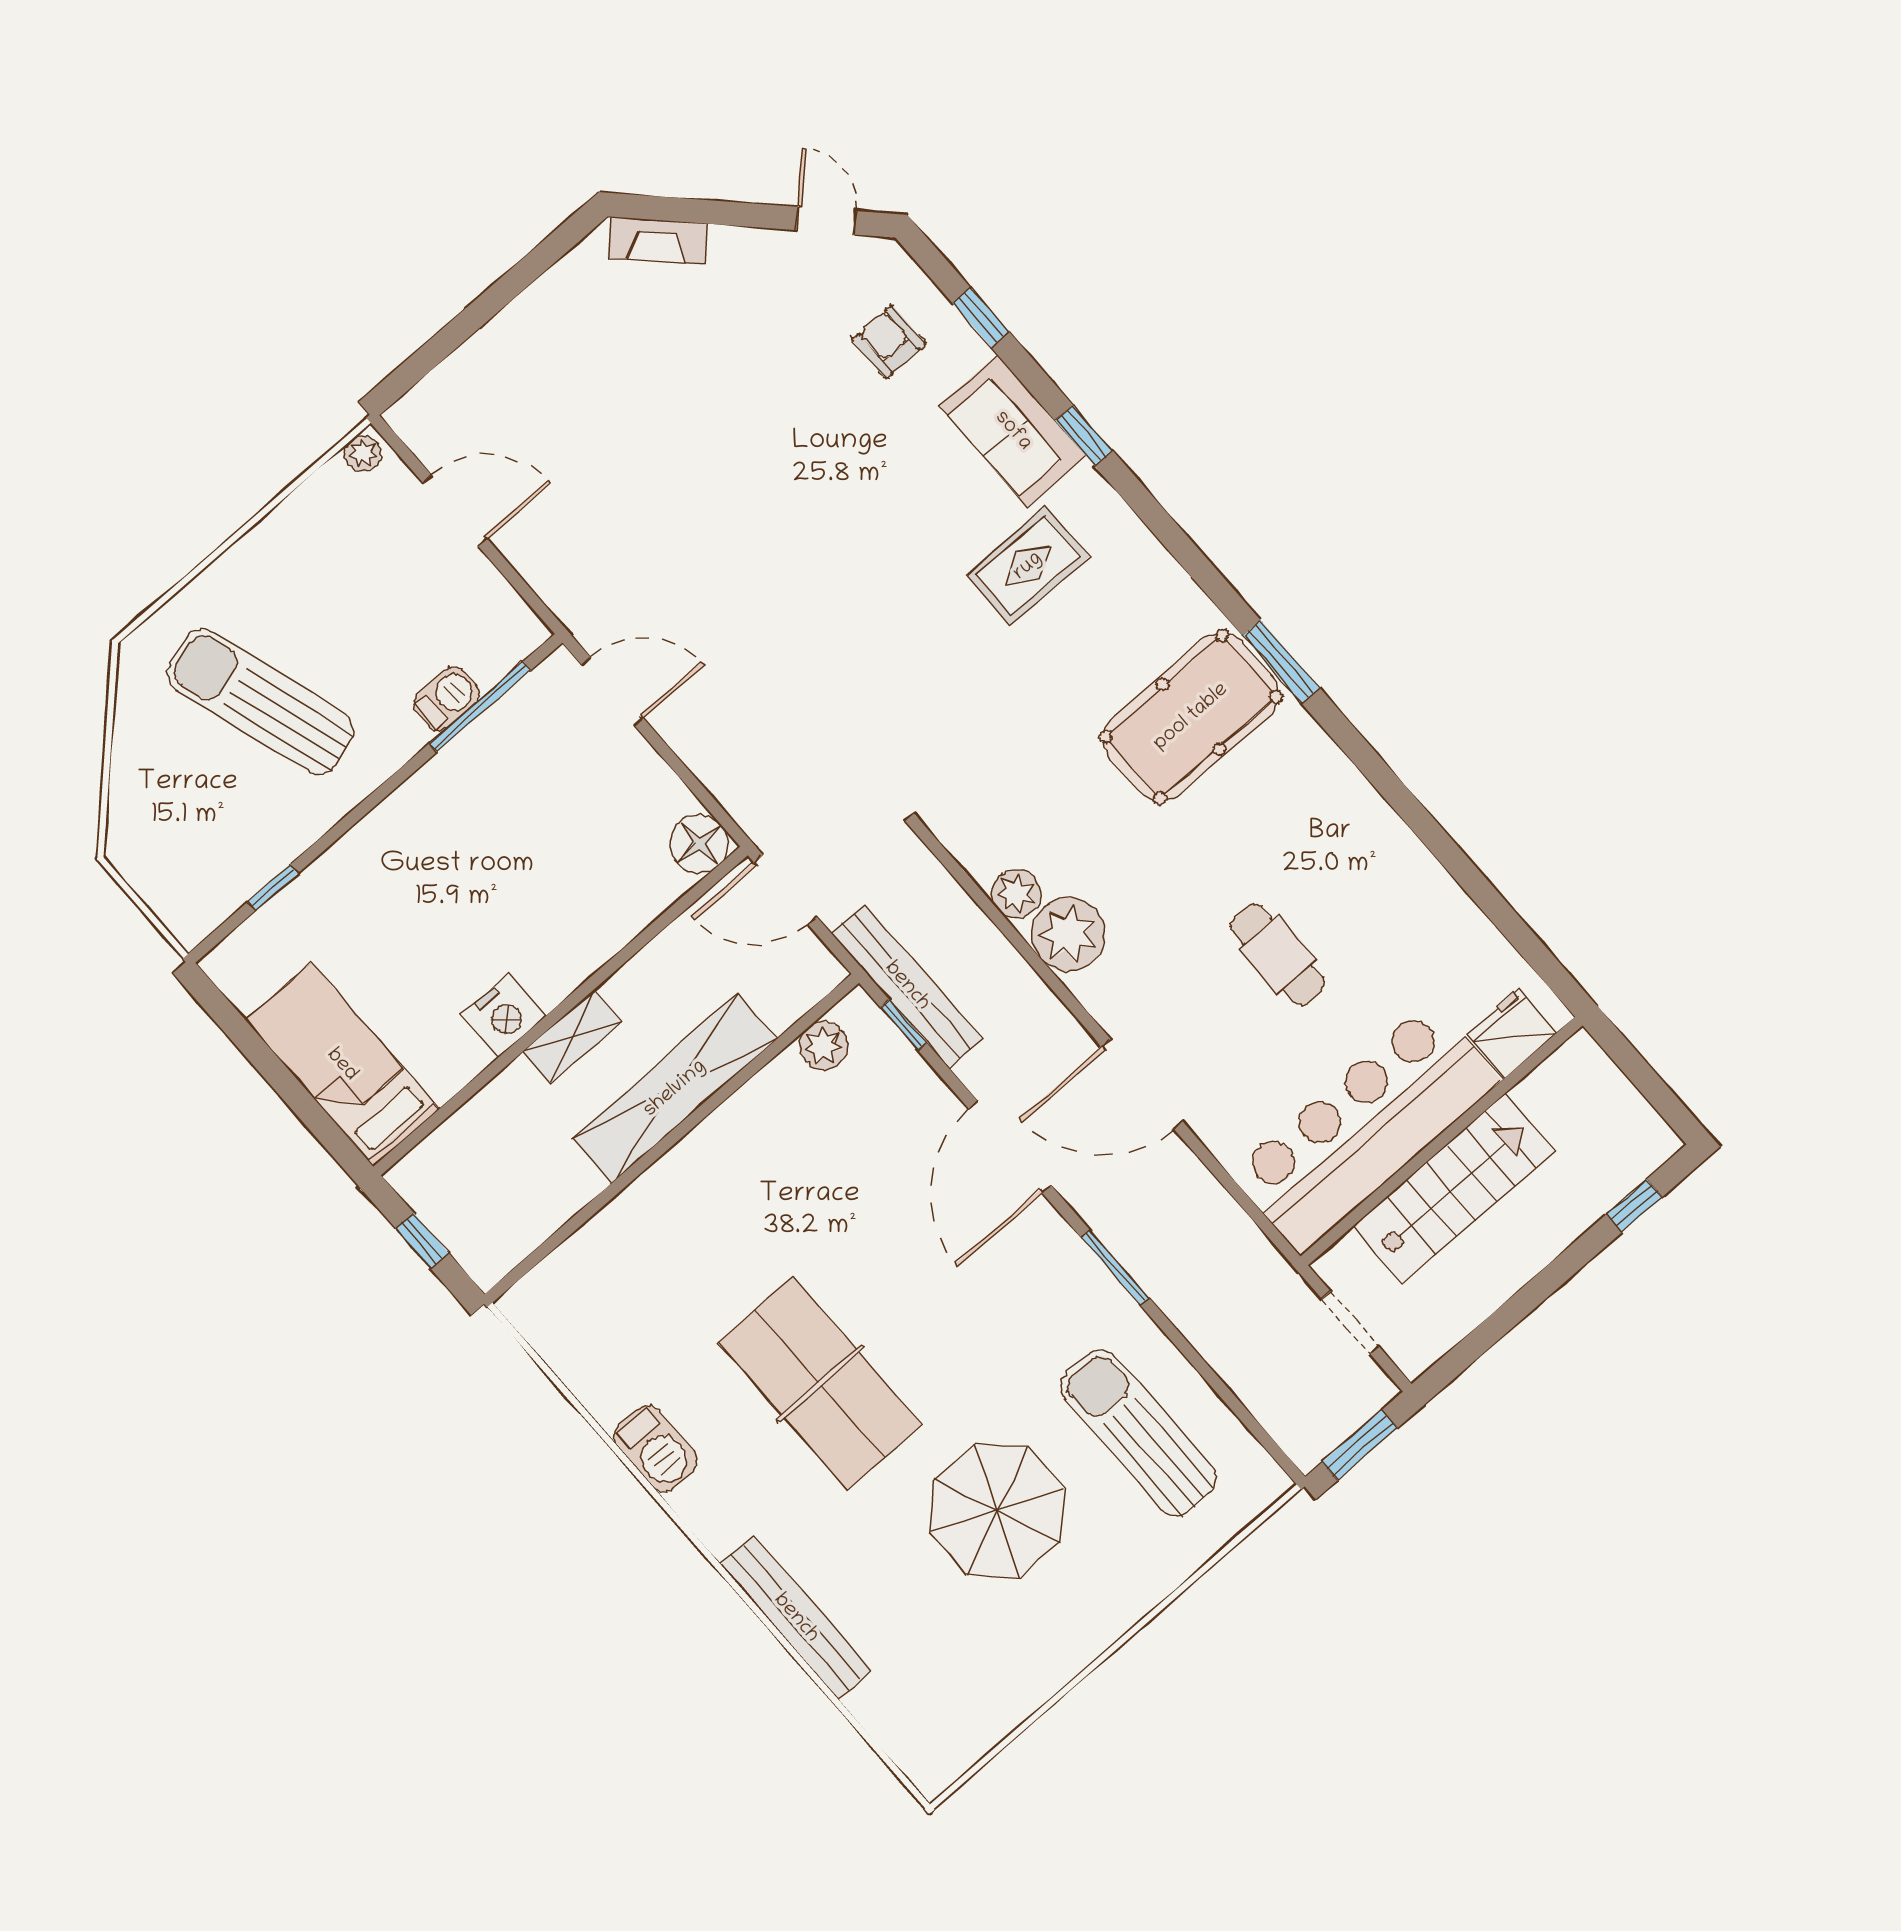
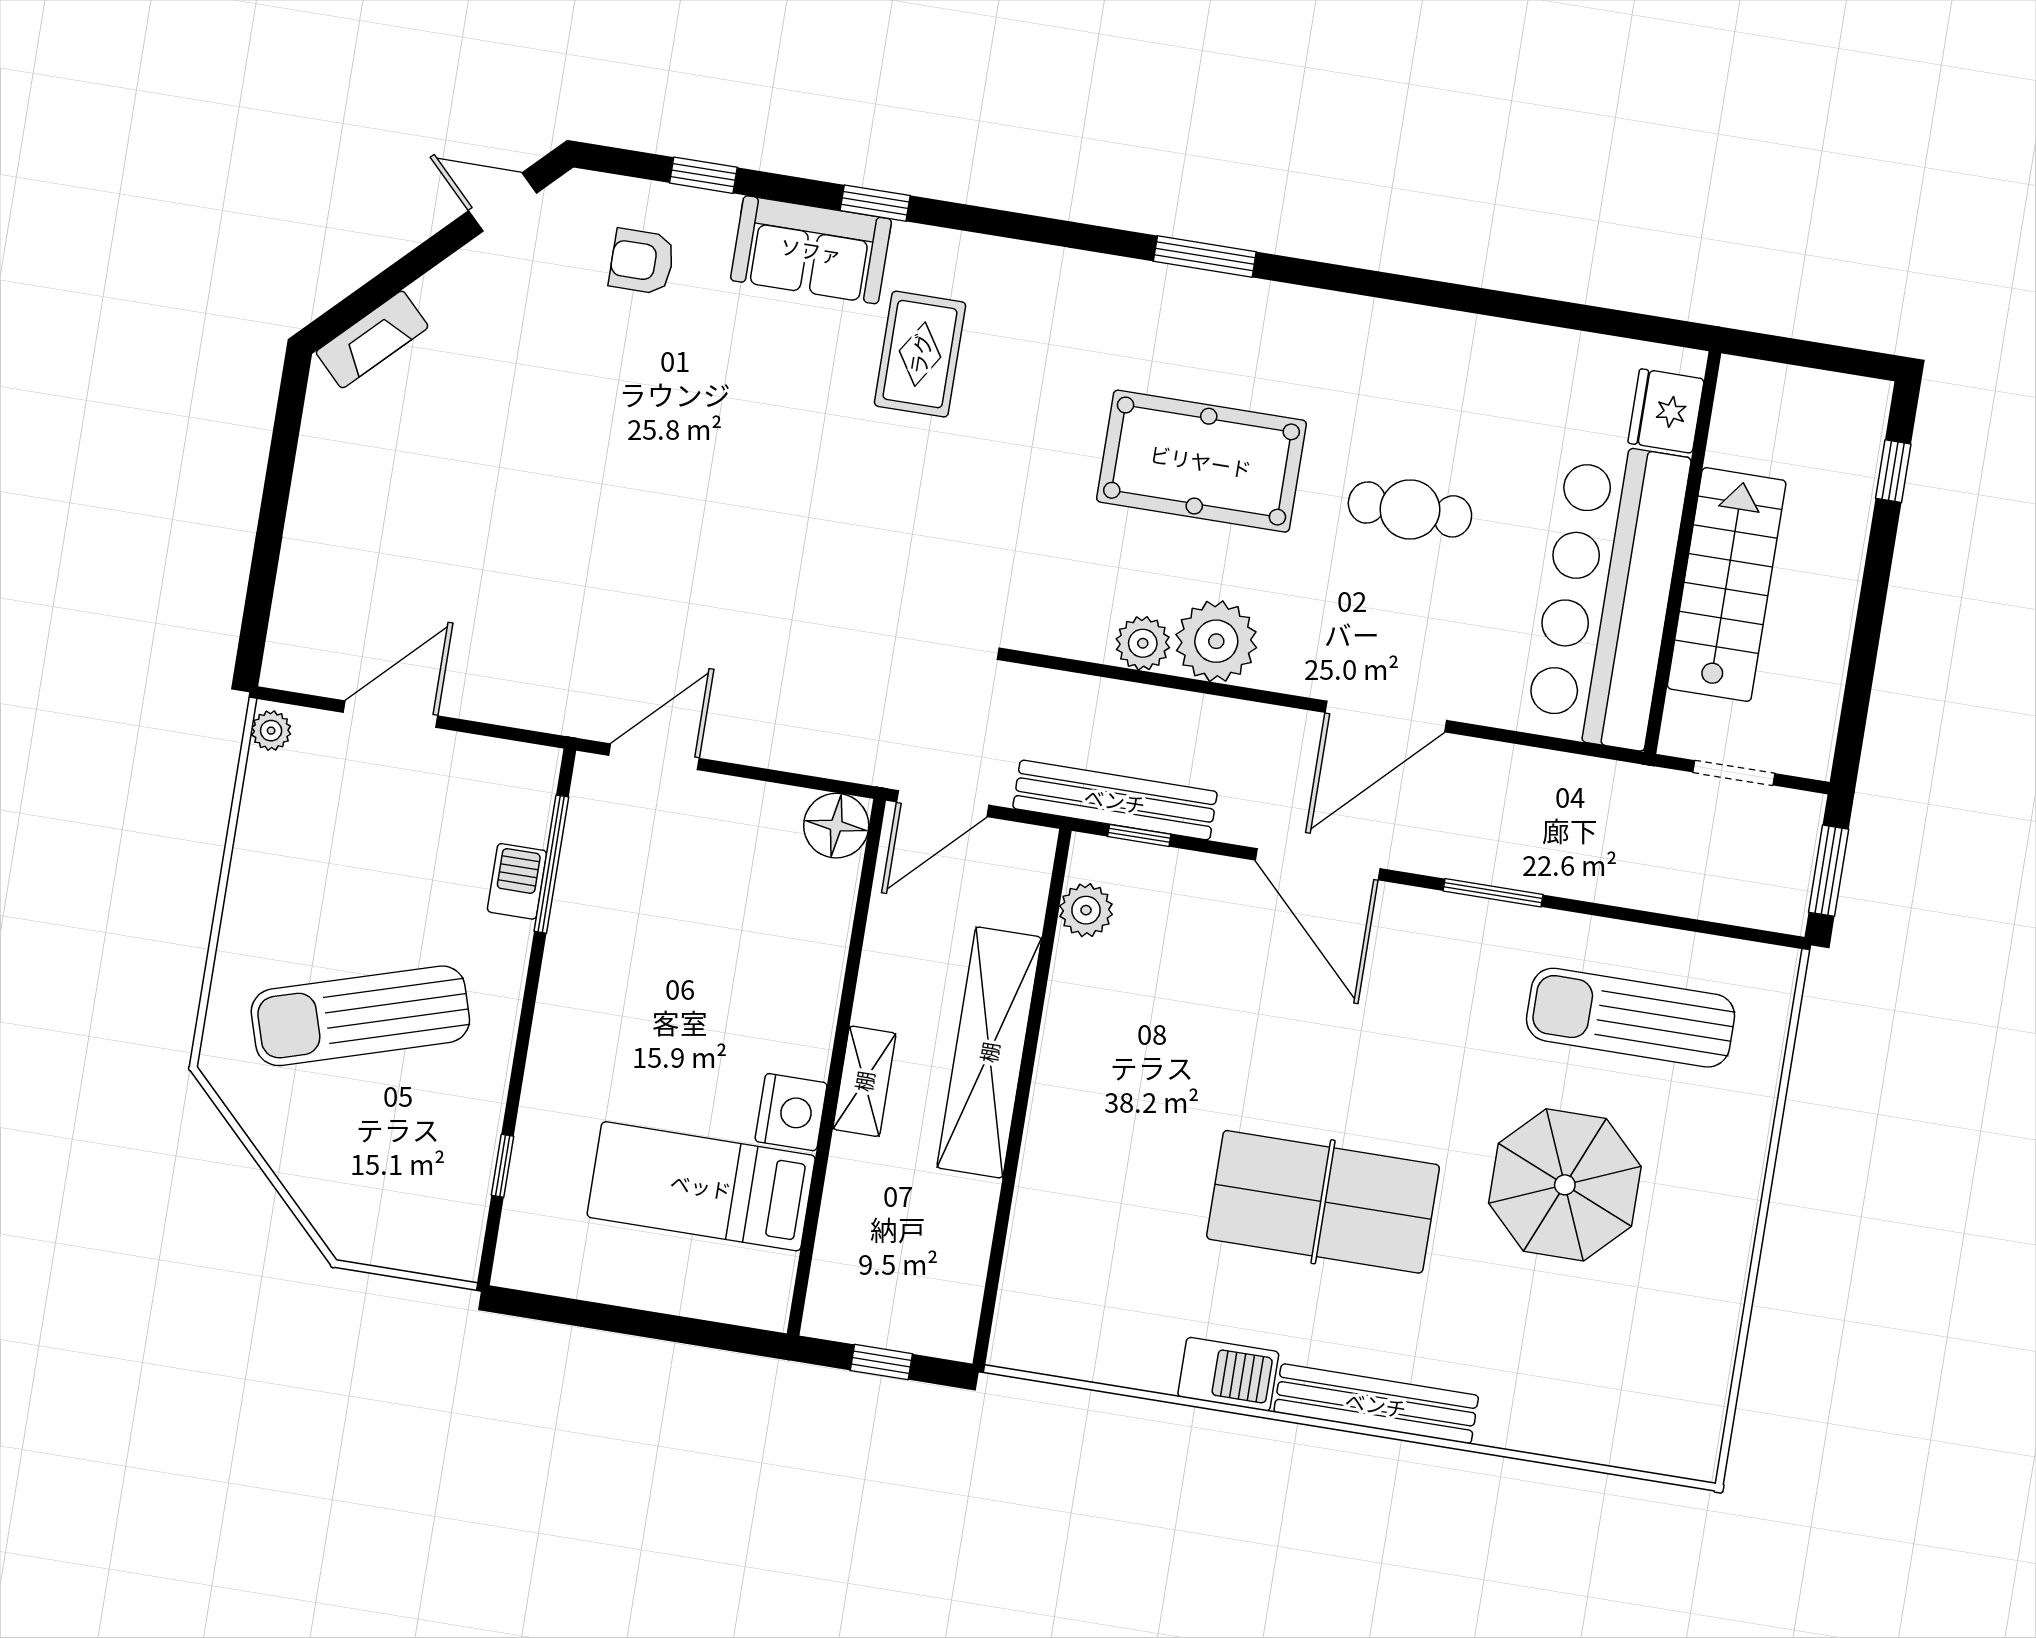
pool table: (1191, 717) -> (1201, 461), moved, turned 90
bed: (342, 1065) -> (701, 1186), moved
bench: (796, 1618) -> (1376, 1404), moved

